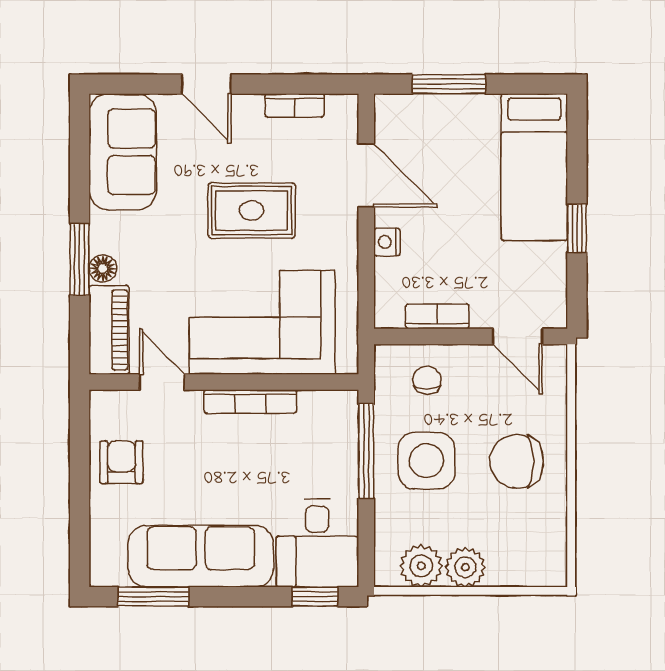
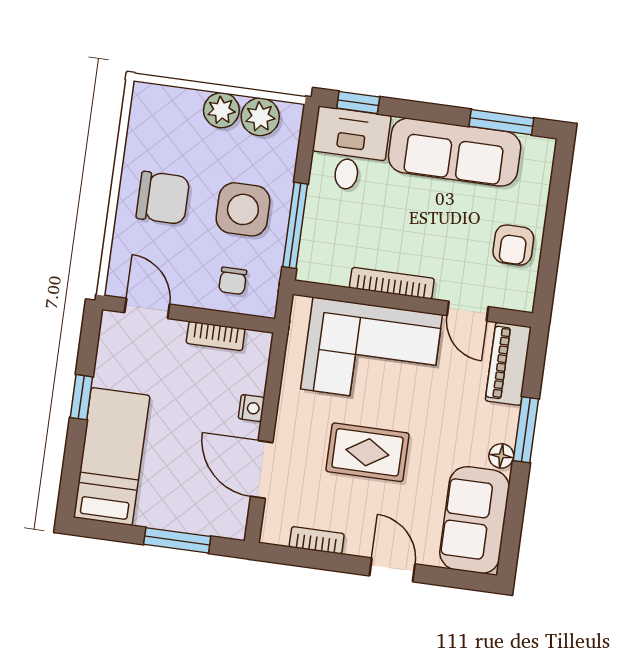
floor lamp: (103, 269) -> (501, 456), moved

